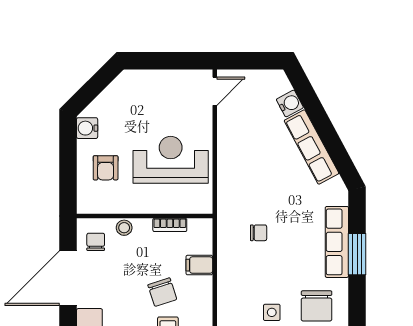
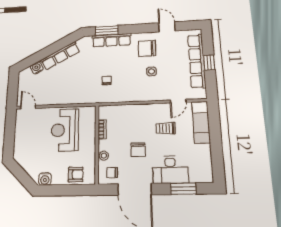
armchair: (106, 168) -> (76, 174), moved
window: (357, 254) -> (107, 31), moved
filing cabinet: (199, 265) -> (125, 112), removed
chair: (162, 292) -> (138, 150), moved, turned 108
chair: (317, 306) -> (147, 48), turned 180

